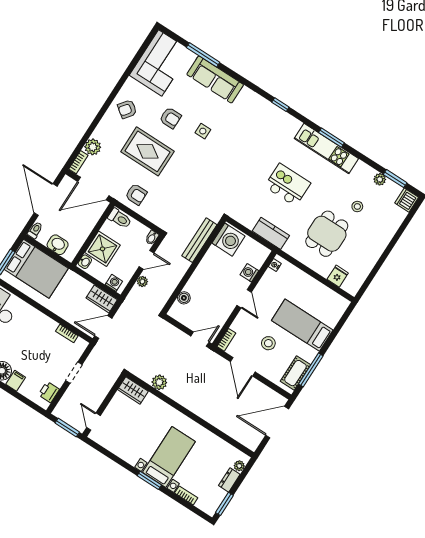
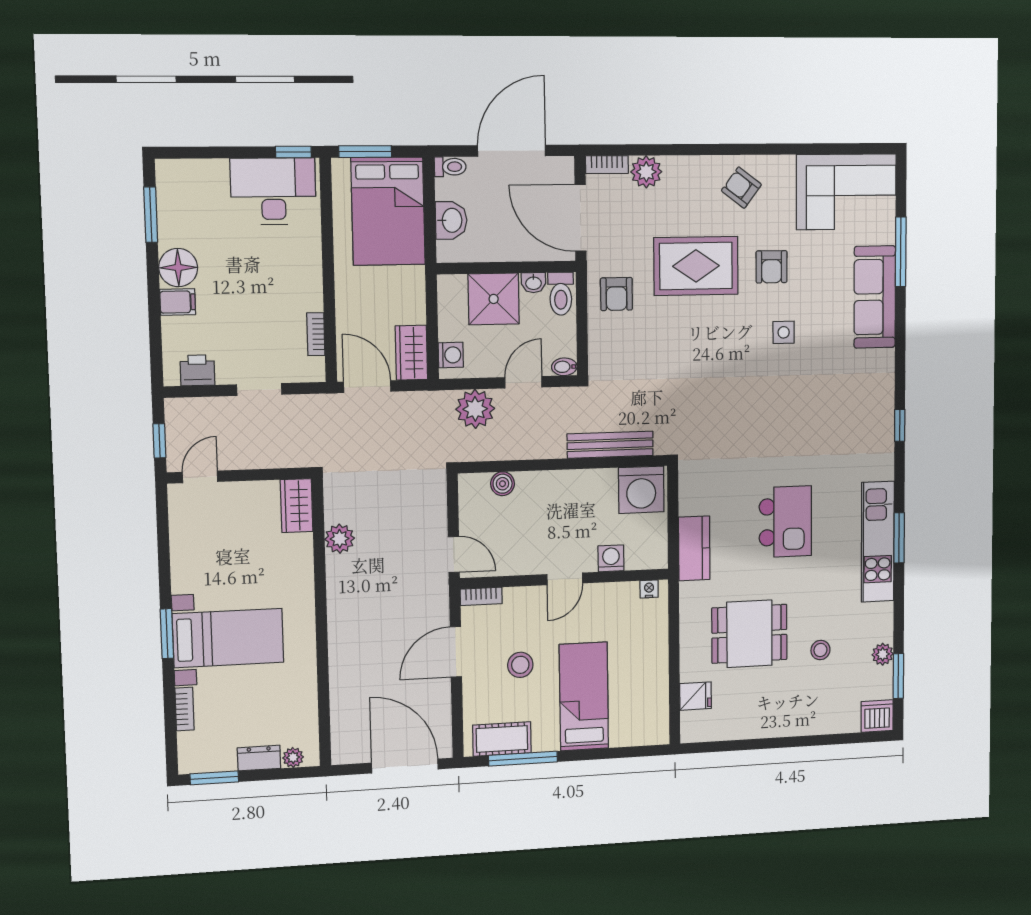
rug: (147, 151) -> (696, 266), turned 90
door: (147, 260) -> (523, 382), swing flipped
washbasin: (85, 262) -> (533, 283), moved
plant: (142, 281) -> (475, 409), width x1.88, depth x1.88
window: (67, 427) -> (159, 441), width x0.67

